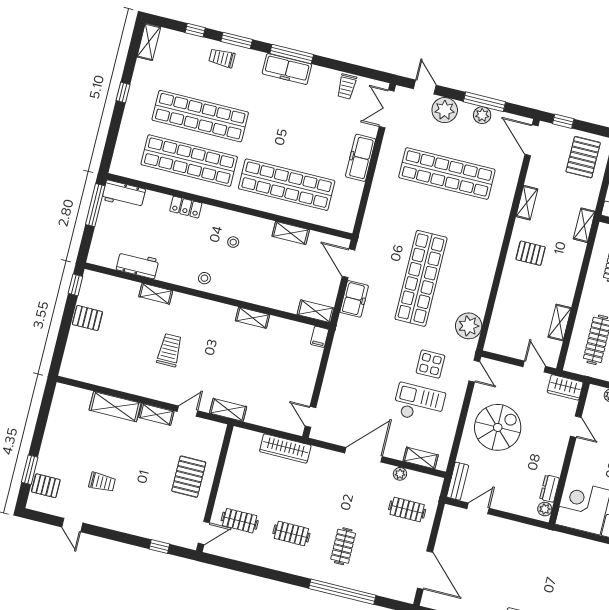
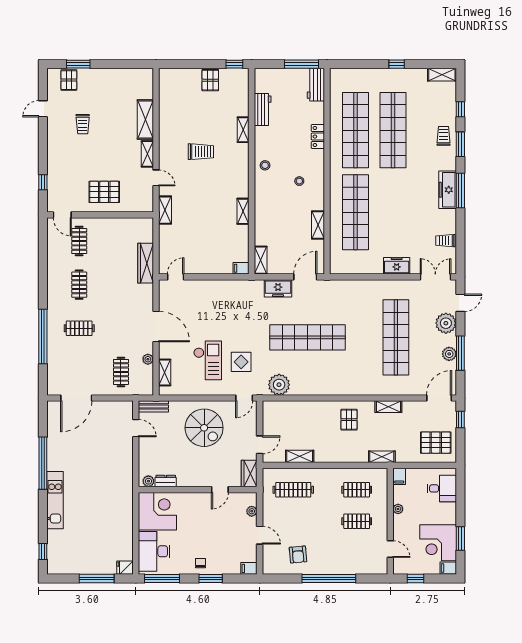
freezer: (361, 158) -> (397, 266), width x0.71

